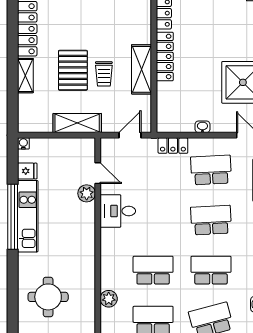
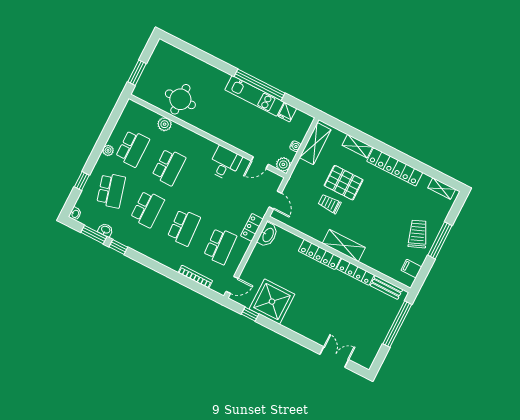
shelving: (142, 69) -> (344, 246), moved
shelving: (77, 123) -> (315, 144), moved
washbasin: (202, 127) -> (268, 235), moved, width x1.91, depth x1.45
water cooler: (23, 143) -> (295, 146), moved
plant: (87, 193) -> (283, 164), moved
round table: (48, 297) -> (180, 99), moved

